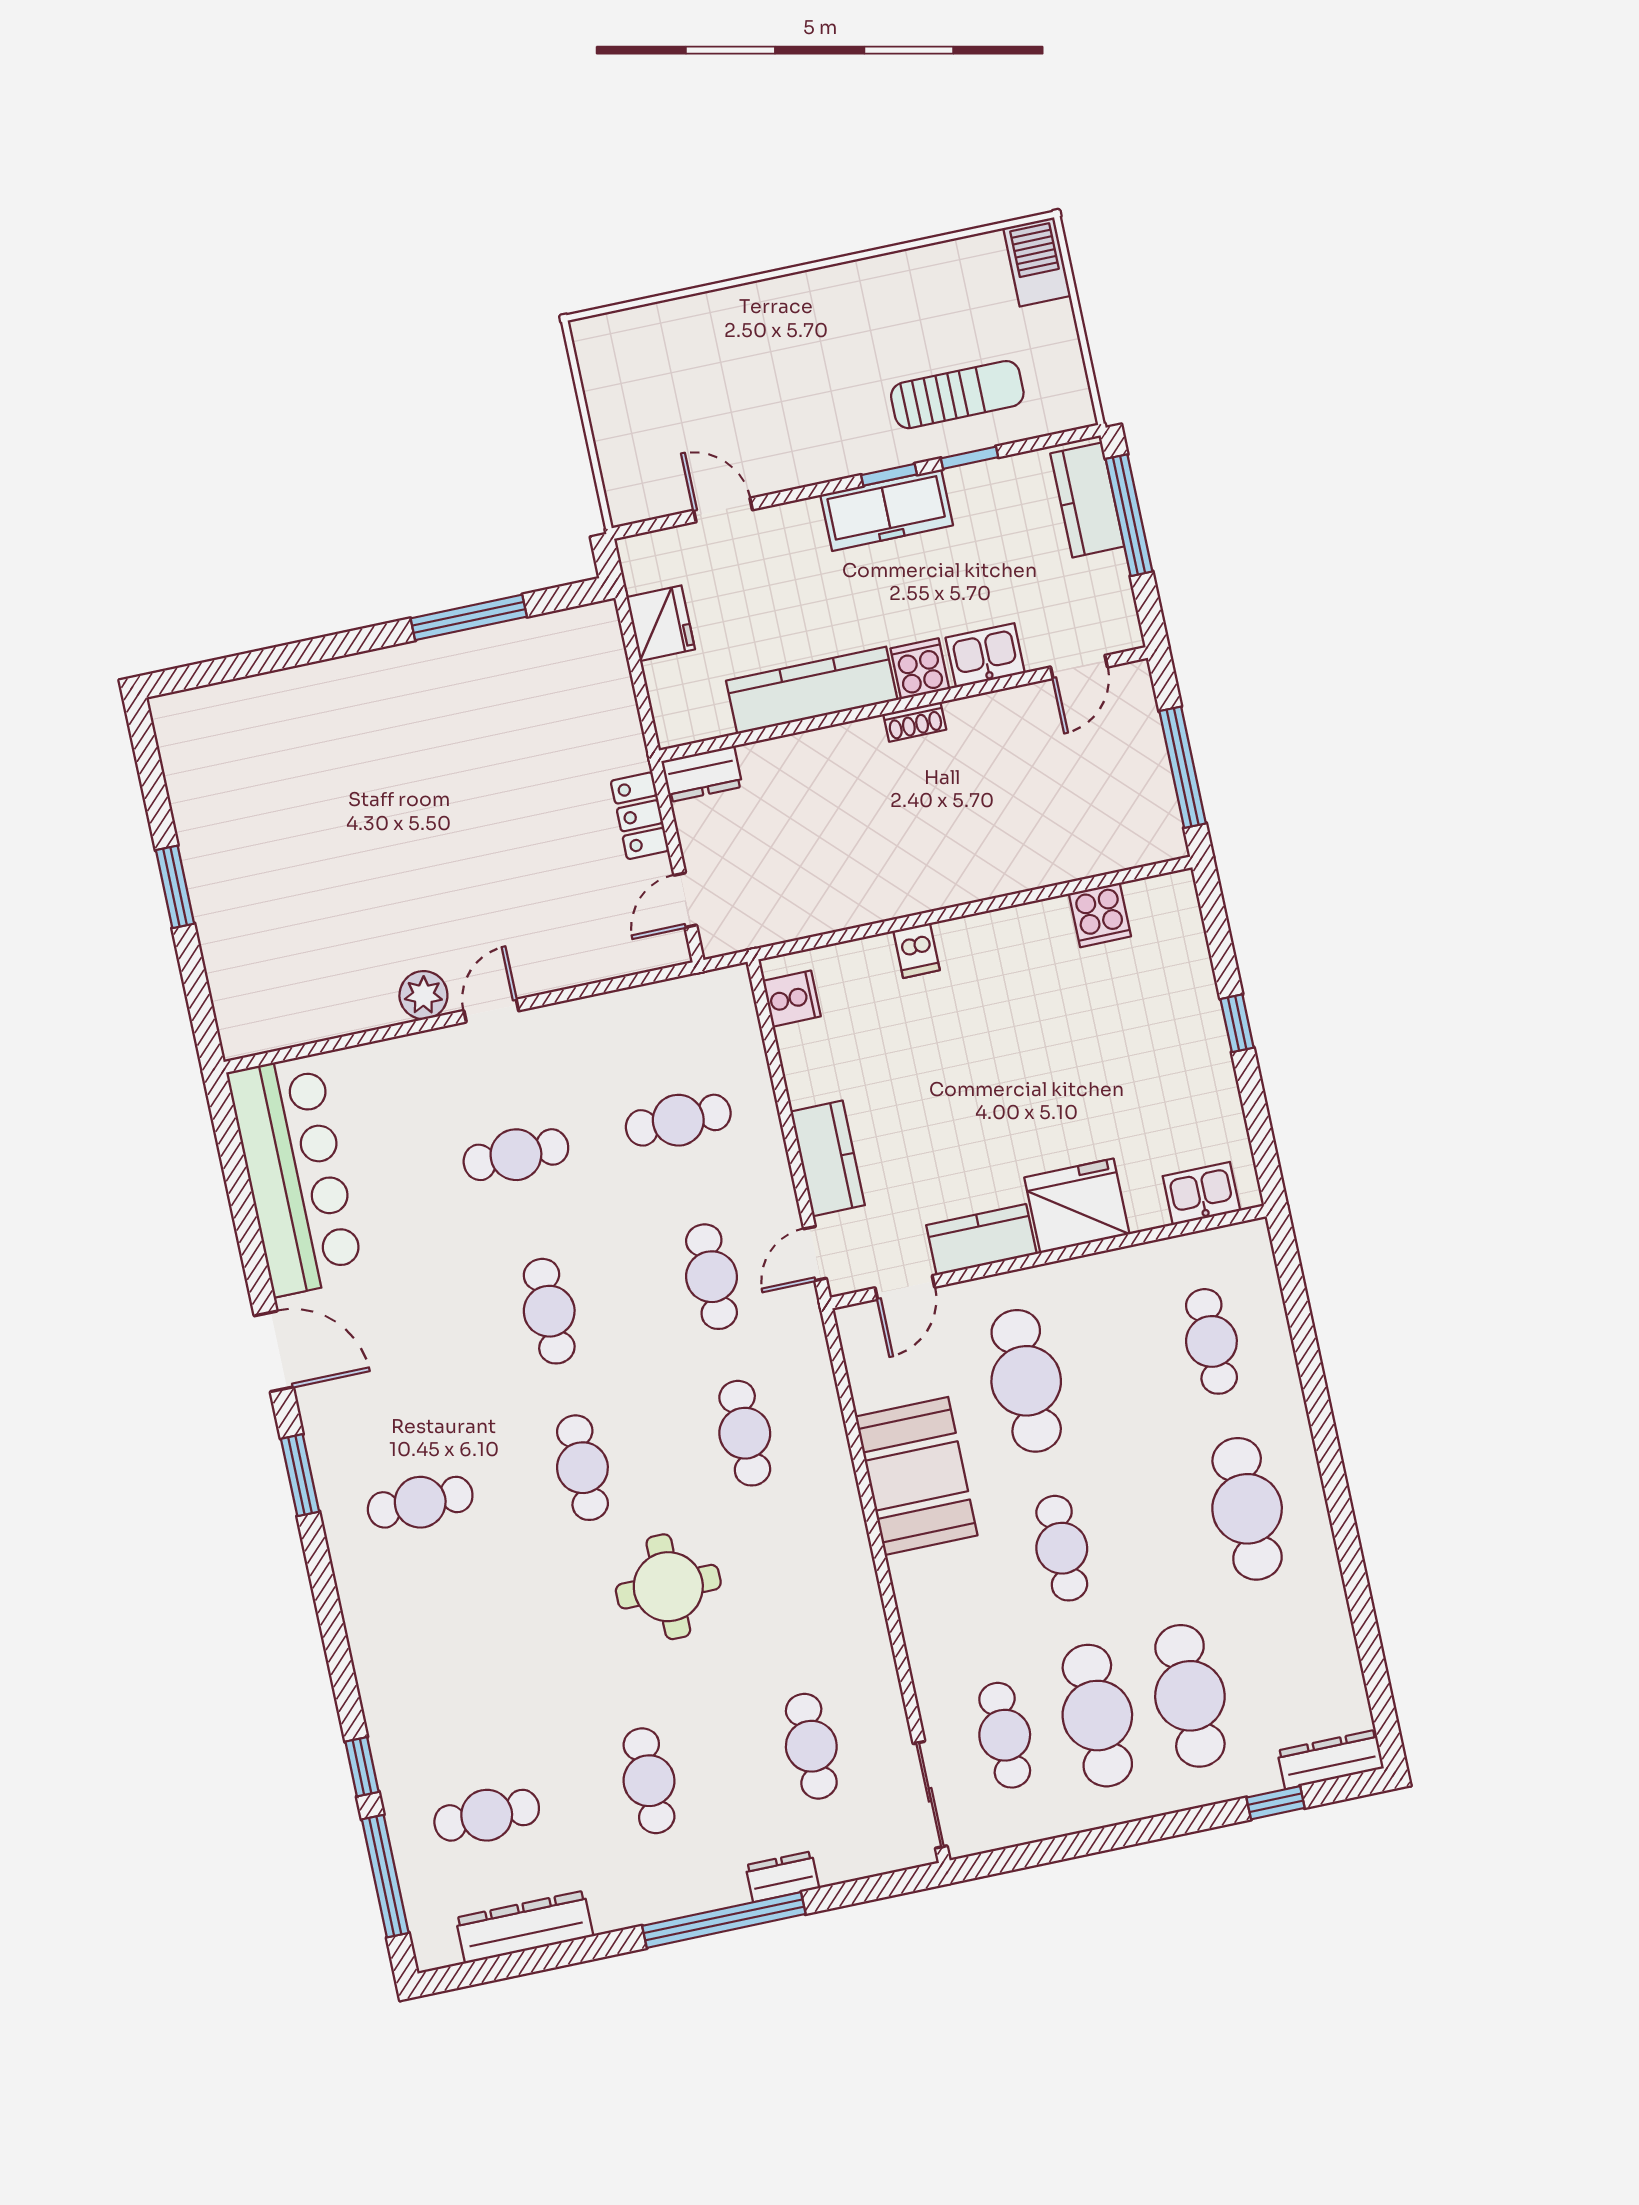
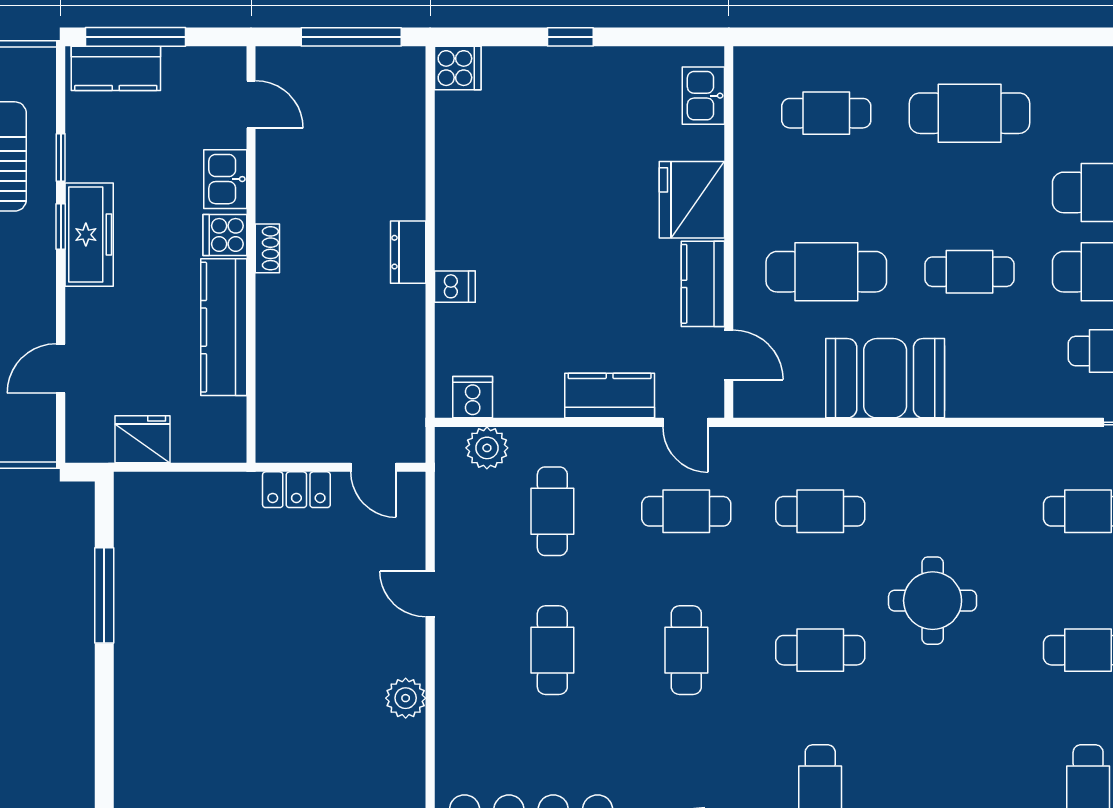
dresser: (702, 774) -> (408, 252), moved, turned 180
cooker: (1100, 915) -> (458, 68), moved
door: (491, 1011) -> (430, 594), moved
plant: (736, 1028) -> (487, 448), added
cafe table: (549, 1311) -> (686, 650), turned 90

